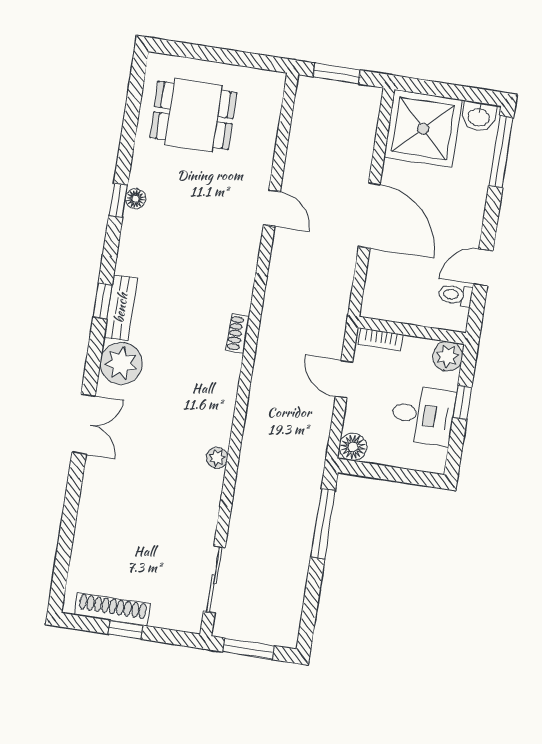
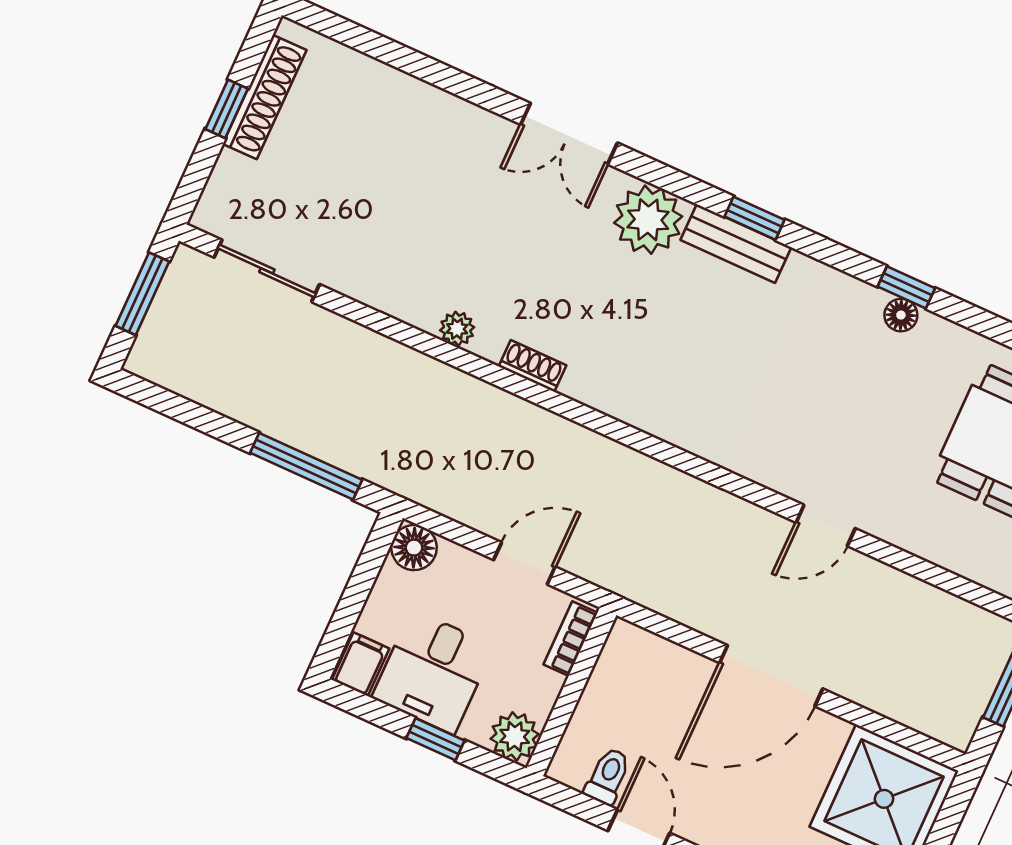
shoe rack: (238, 333) -> (532, 366), moved
filing cabinet: (430, 459) -> (361, 664), added

